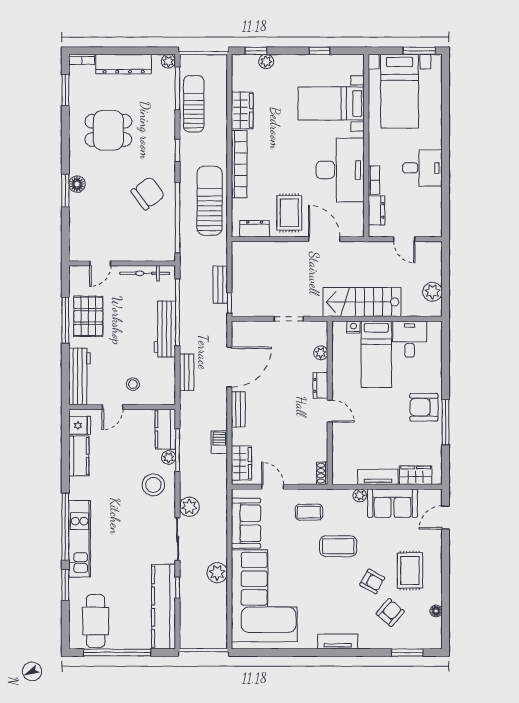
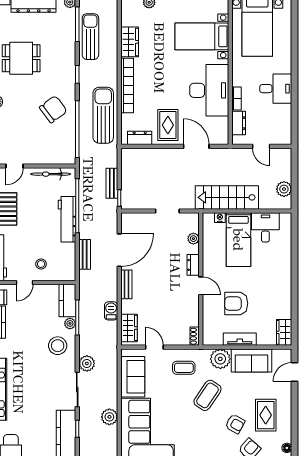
armchair: (424, 407) -> (236, 303), moved
window: (445, 422) -> (295, 295), removed
wardrobe: (416, 475) -> (284, 332), moved, turned -90
plant: (360, 495) -> (220, 359), width x1.88, depth x1.88
coffee table: (338, 546) -> (207, 395), turned -56

